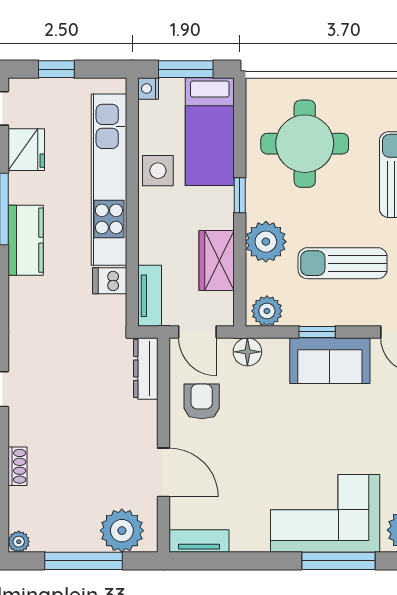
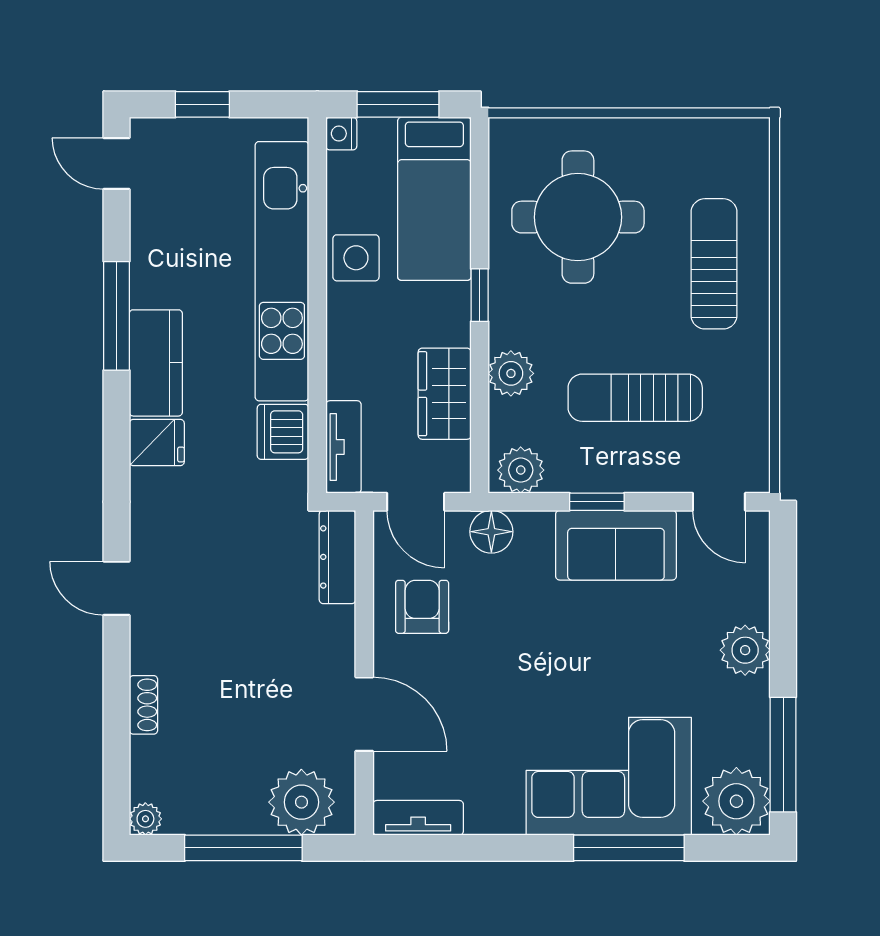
fridge: (26, 150) -> (157, 443), moved, width x0.72
plant: (266, 242) -> (511, 373), width x0.73, depth x0.73
dishwasher: (110, 281) -> (283, 432), width x1.38

